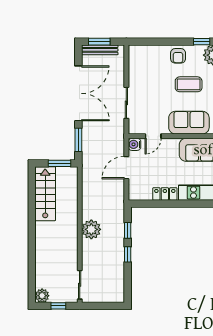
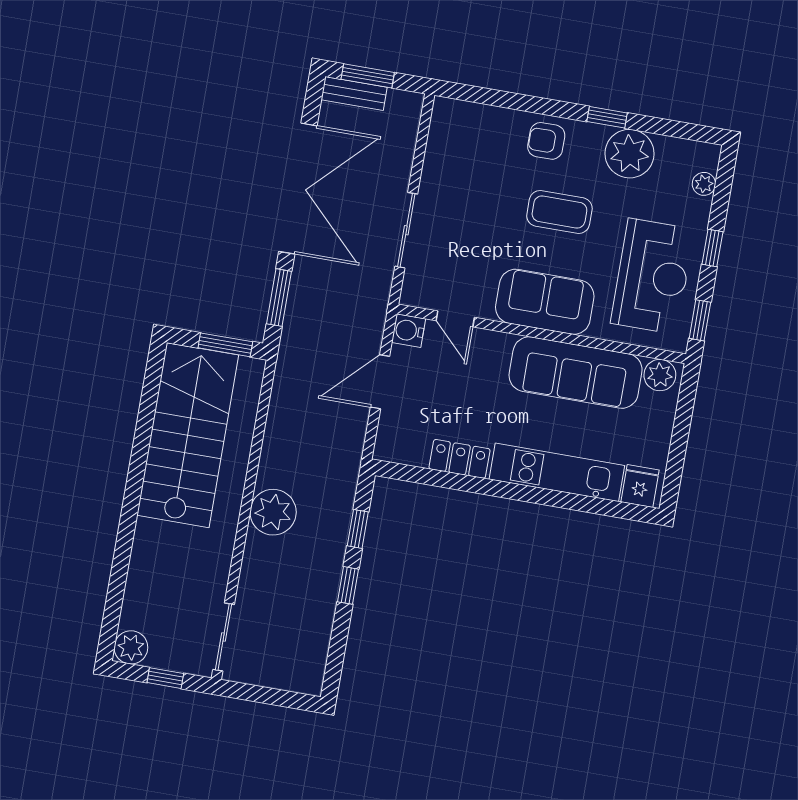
bench: (100, 50) -> (354, 93), width x0.73
armchair: (178, 56) -> (546, 141), turned 90
door: (153, 136) -> (455, 319), hinge flipped
stairs: (45, 194) -> (188, 435), width x1.36, depth x1.51

